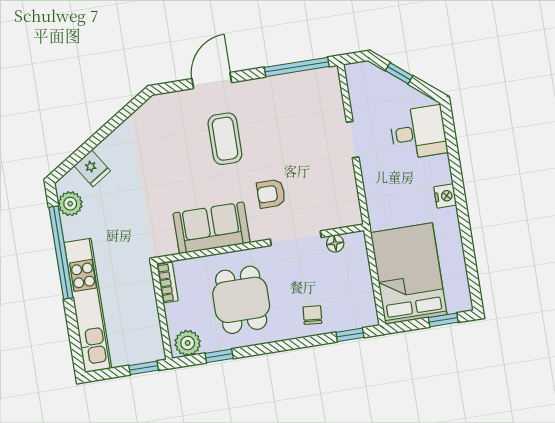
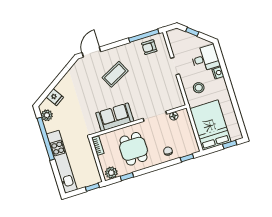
door: (212, 81) -> (91, 52), moved
coffee table: (225, 139) -> (115, 74), turned 63
stool: (396, 192) -> (199, 88), added
armchair: (271, 194) -> (149, 47), moved
nightstand: (445, 196) -> (218, 73), moved

